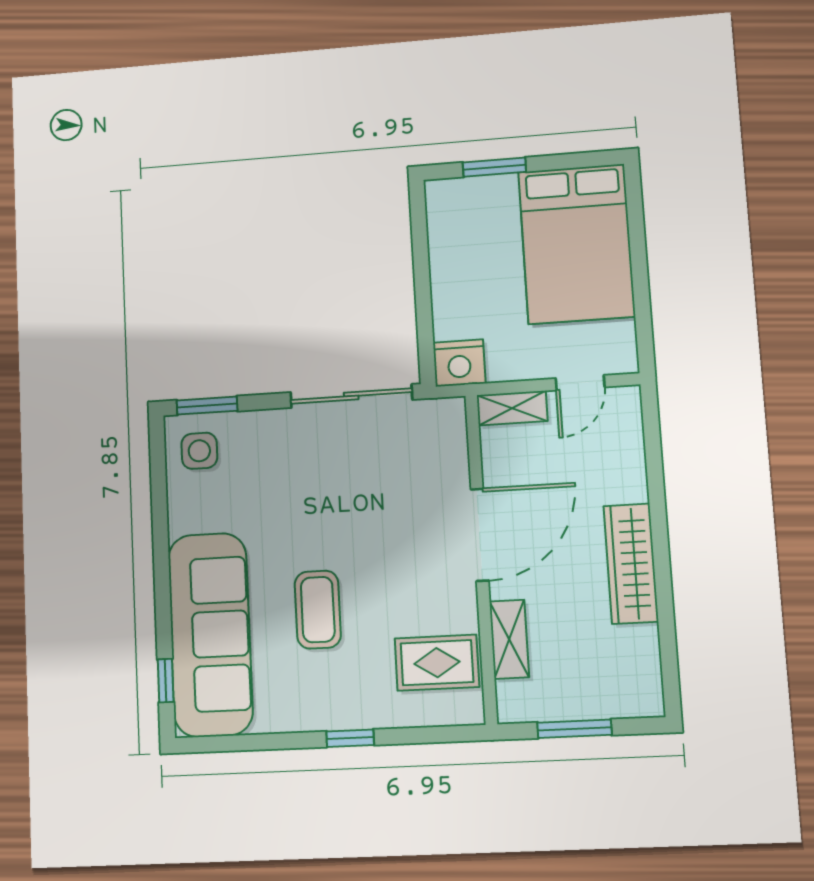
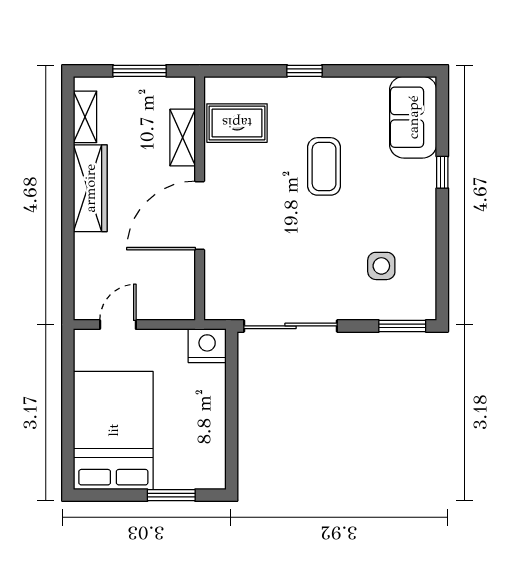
shelving: (512, 408) -> (85, 117), moved, turned 90
side table: (199, 451) -> (381, 266), moved
sofa: (210, 635) -> (413, 117), width x0.54, depth x0.79
window: (166, 681) -> (442, 172), moved

